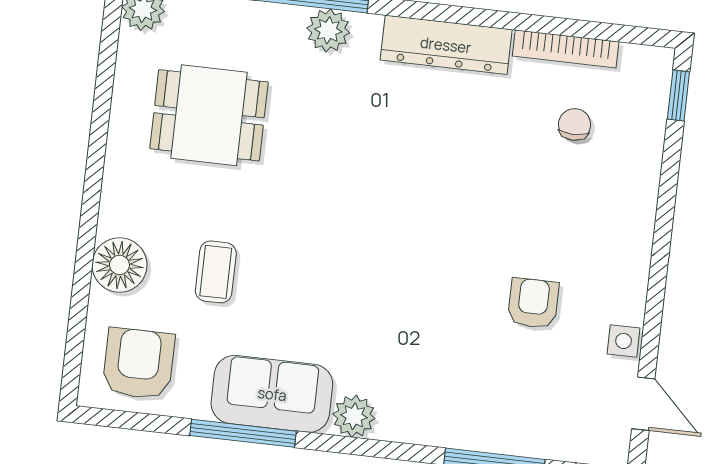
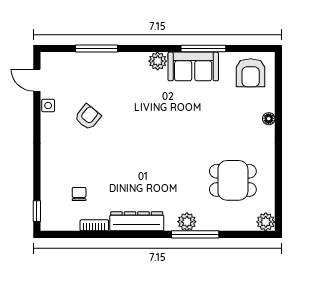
bookcase: (566, 49) -> (94, 225), width x0.64
chair: (575, 124) -> (79, 194), turned 180
floor lamp: (119, 265) -> (269, 119), width x0.53, depth x0.53
coffee table: (216, 272) -> (223, 115), removed
armchair: (533, 303) -> (88, 117), turned -141

